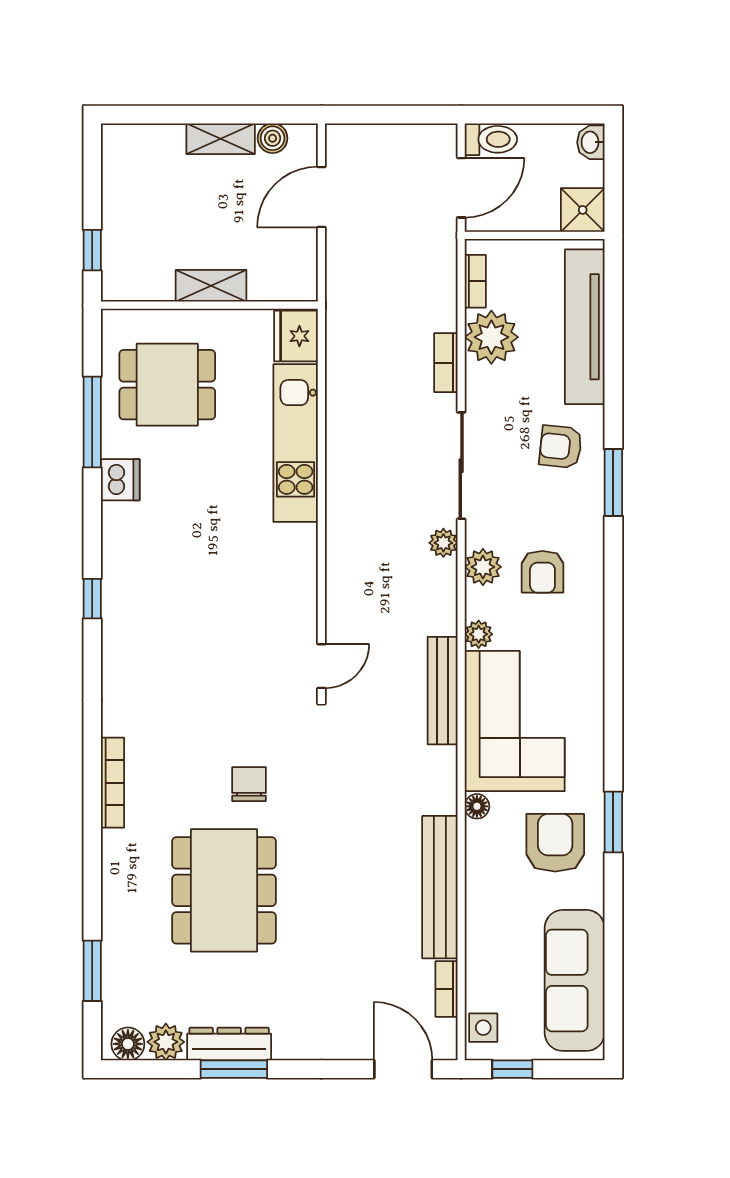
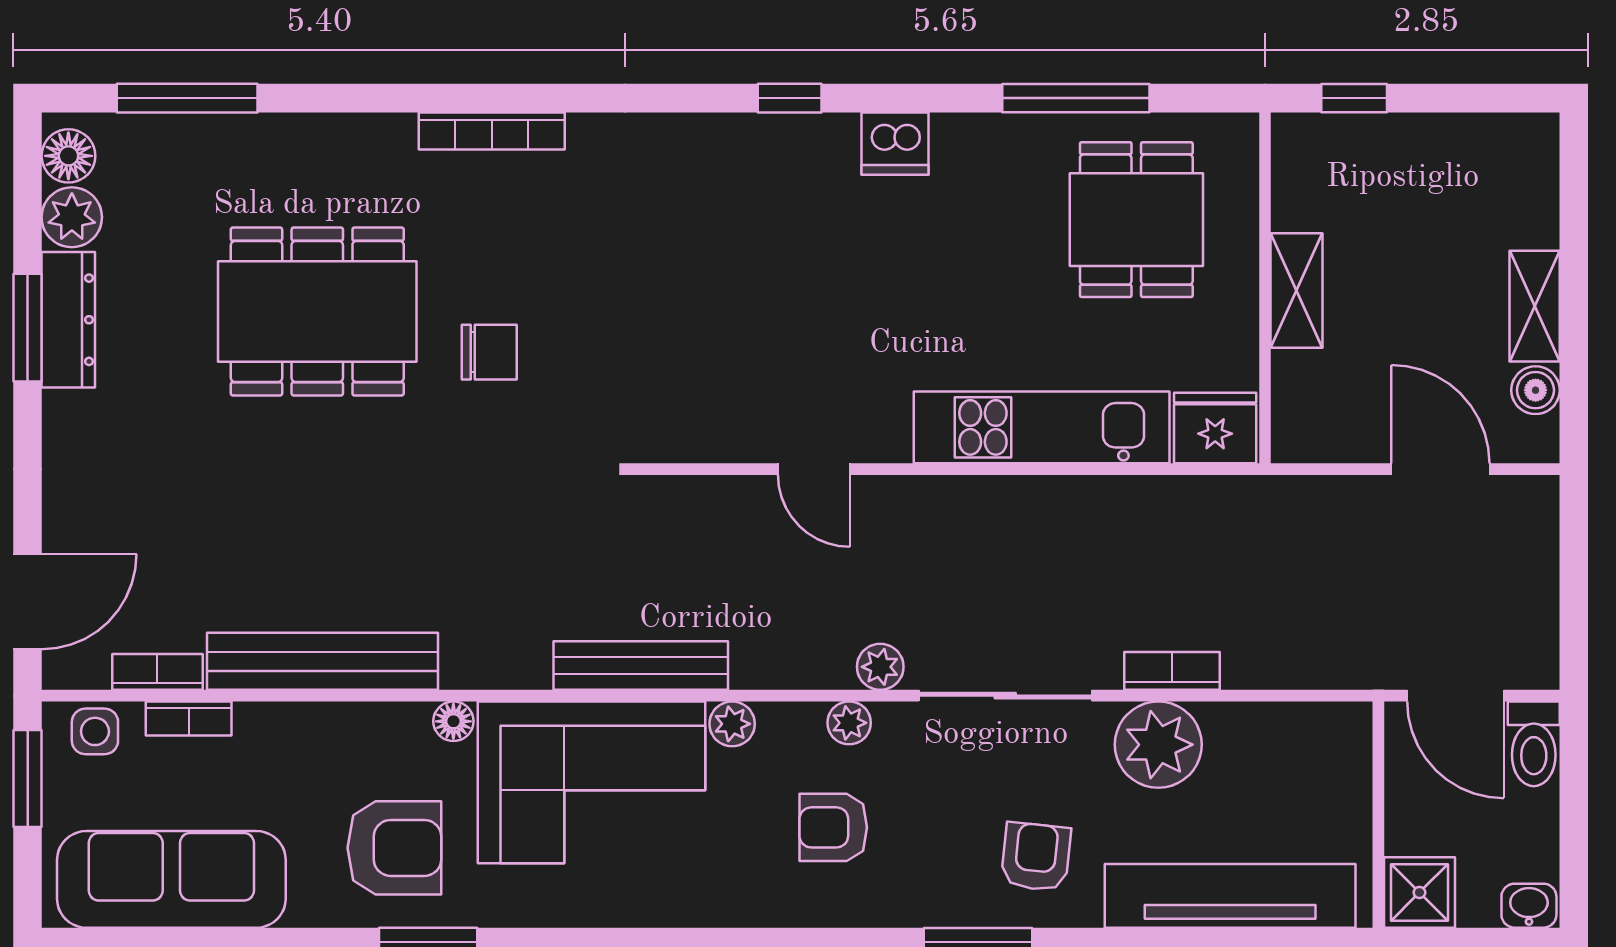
bookcase: (475, 281) -> (189, 718), moved
plant: (491, 337) -> (1158, 745), moved
dishwasher: (120, 480) -> (895, 144), moved
plant: (483, 567) -> (849, 723), width x0.73, depth x0.73
door: (321, 666) -> (814, 469), moved
window: (92, 971) -> (187, 98), width x1.44
window: (512, 1069) -> (28, 779), width x1.50

